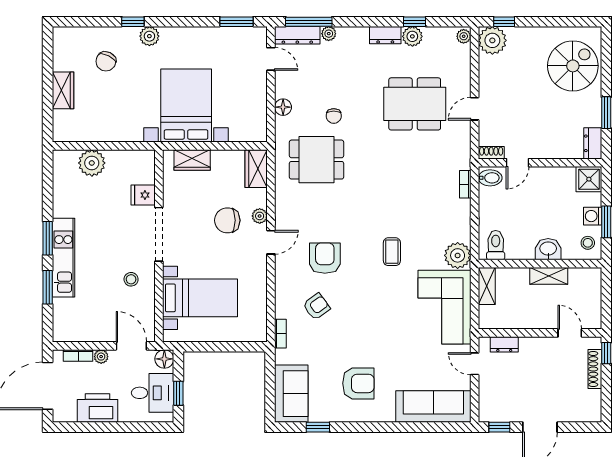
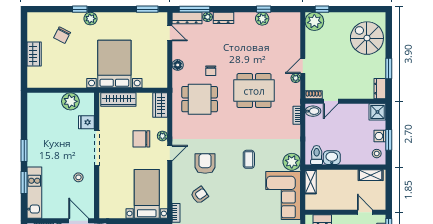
dresser: (385, 35) -> (223, 18), moved
plant: (464, 36) -> (296, 78), moved
spiral stairs: (573, 66) -> (367, 38), turned -90
dining table: (415, 104) -> (254, 91), moved
wardrobe: (192, 160) -> (118, 99), width x1.50
plant: (92, 163) -> (70, 101), moved
washbasin: (548, 249) -> (332, 158), moved
kitchen unit: (63, 258) -> (34, 193), moved
shelving: (549, 276) -> (371, 175), moved
bed with nightstands: (200, 298) -> (147, 194), moved, turned -90

